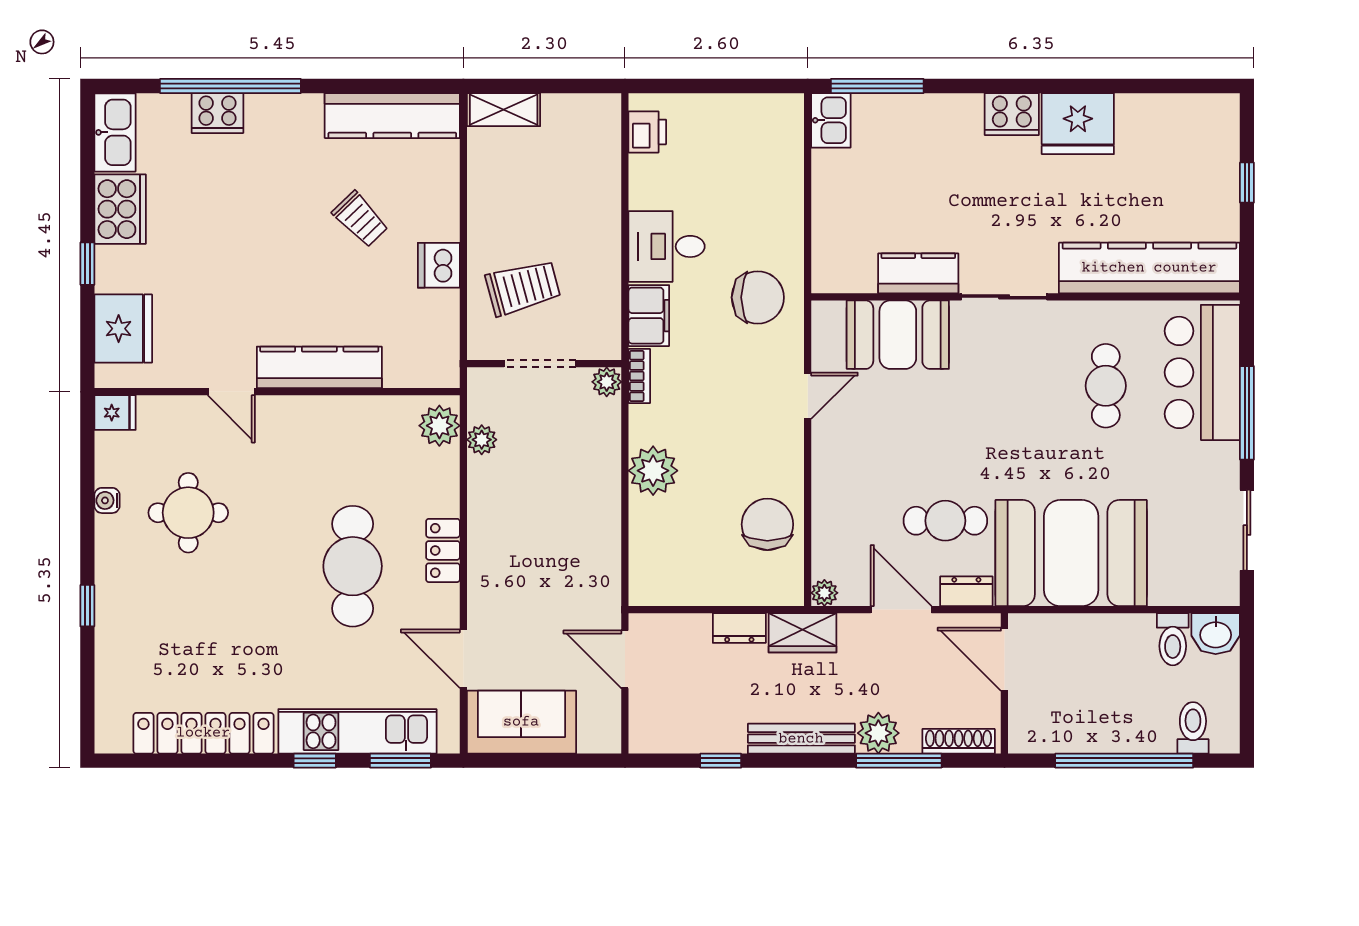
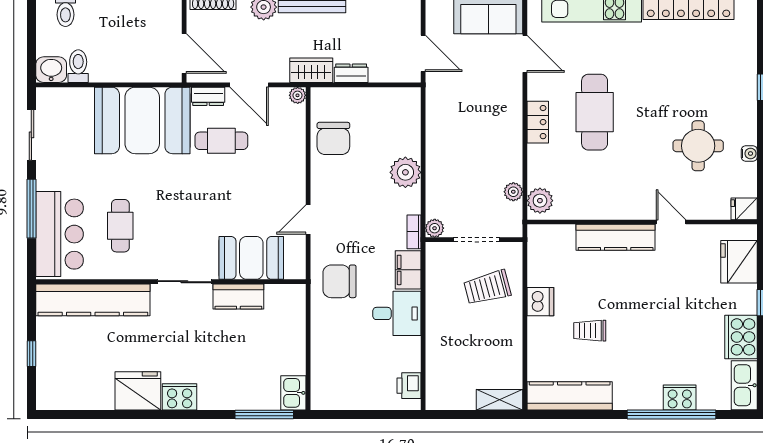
trolley: (360, 219) -> (590, 331), turned -46

